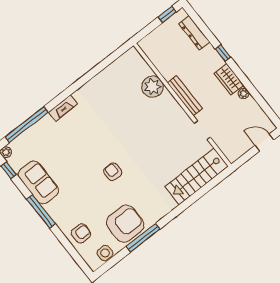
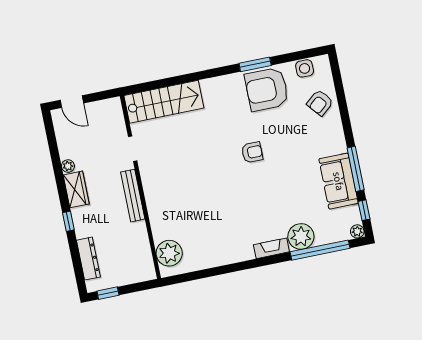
plant: (152, 87) -> (169, 253), moved
plant: (46, 128) -> (301, 236), added
armchair: (113, 172) -> (252, 152), turned -90
window: (41, 211) -> (356, 169), moved
armchair: (81, 233) -> (320, 103), turned -40
window: (143, 238) -> (255, 64), width x0.69

